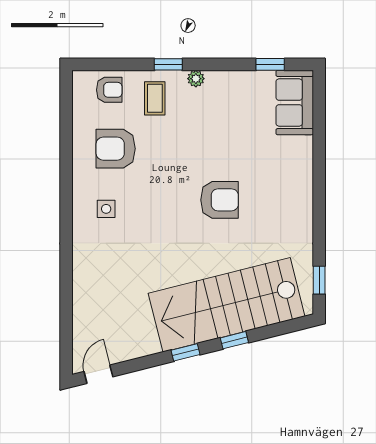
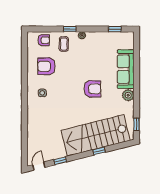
sofa: (295, 103) -> (126, 69), moved, width x1.36
plant: (300, 214) -> (128, 95), added
window: (186, 352) -> (60, 161), moved

